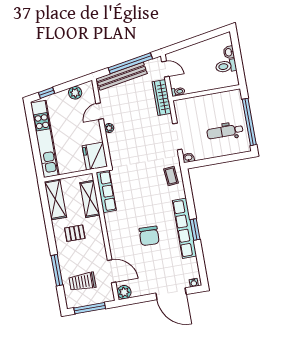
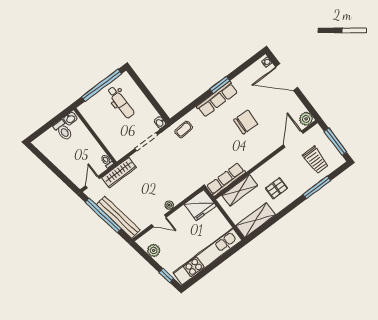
washbasin: (229, 52) -> (70, 119), moved
row of seats: (185, 228) -> (217, 99), width x0.73
pallet: (75, 233) -> (276, 188), turned 90
door: (171, 294) -> (287, 77), swing flipped

